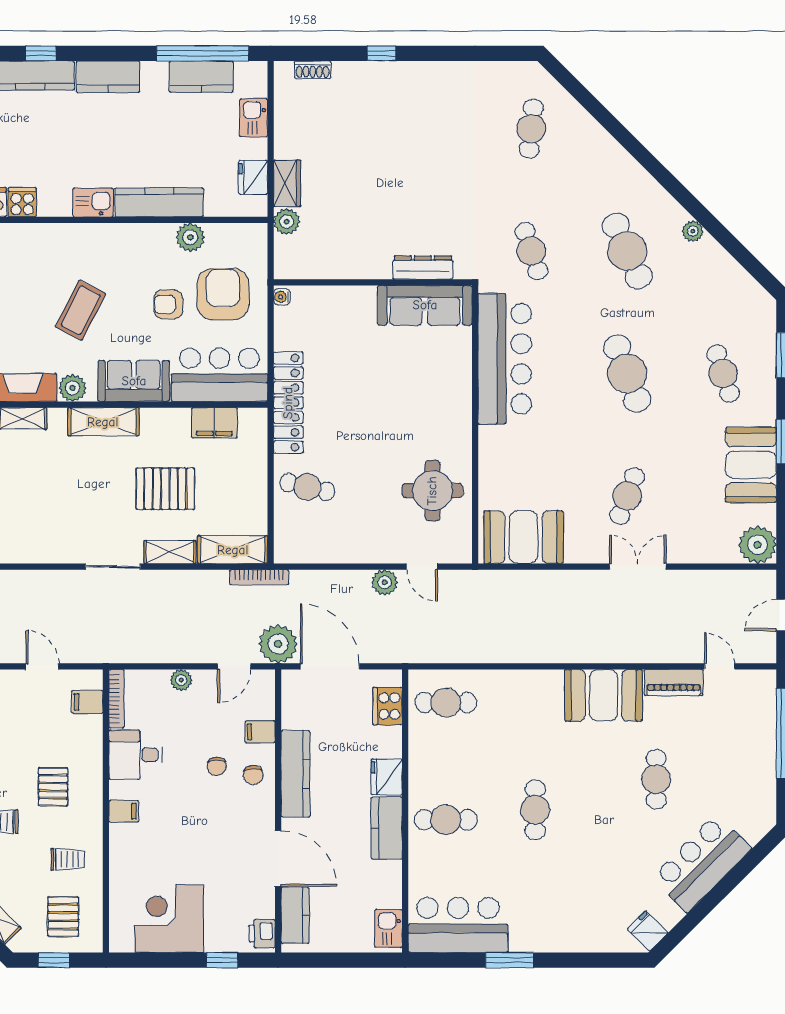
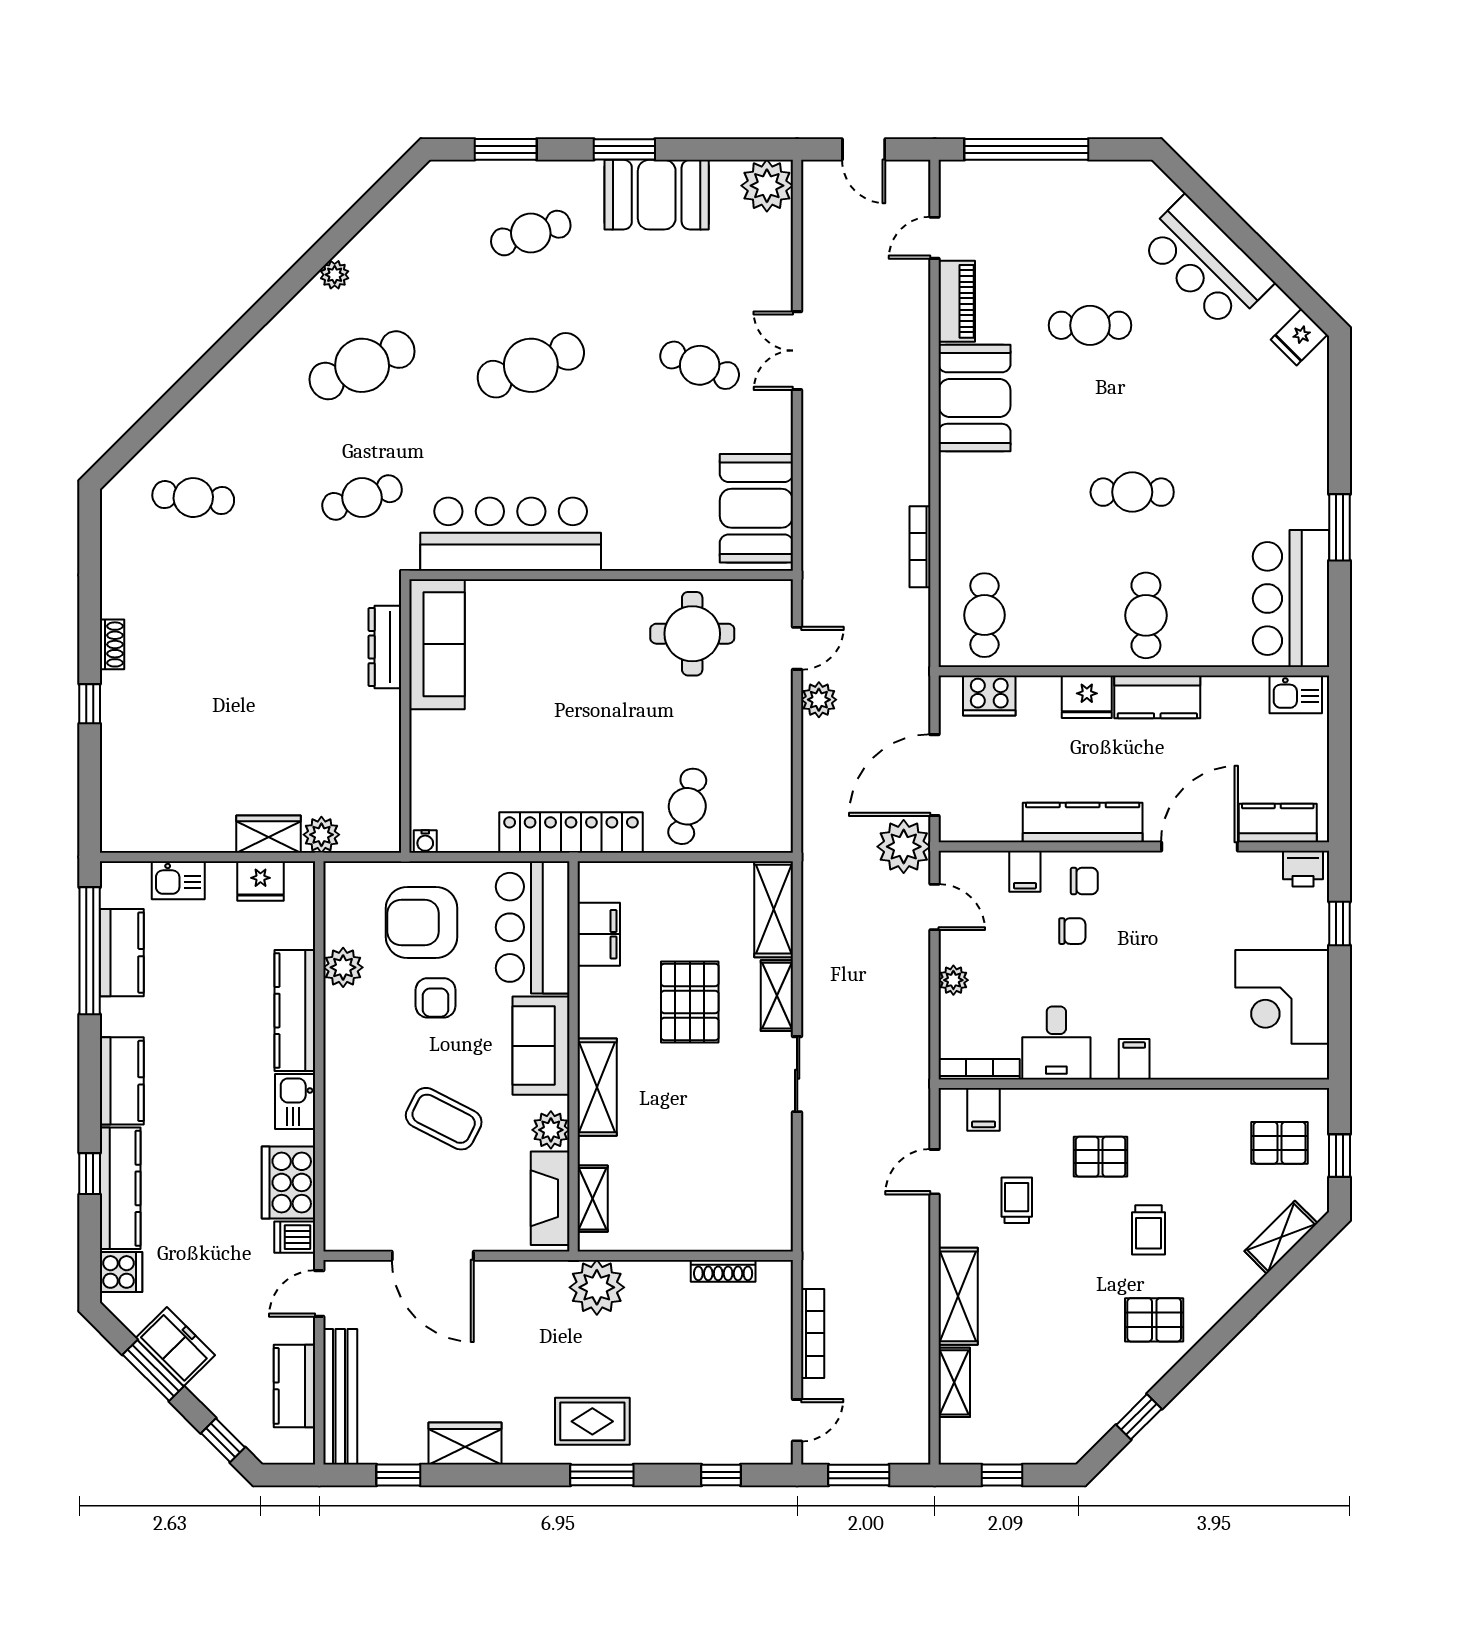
shoe rack: (313, 70) -> (112, 644), moved
cooker: (22, 202) -> (288, 1182), width x1.87, depth x1.31
bookcase: (259, 577) -> (920, 547), moved, turned 180
trolley: (67, 859) -> (1017, 1200), moved

